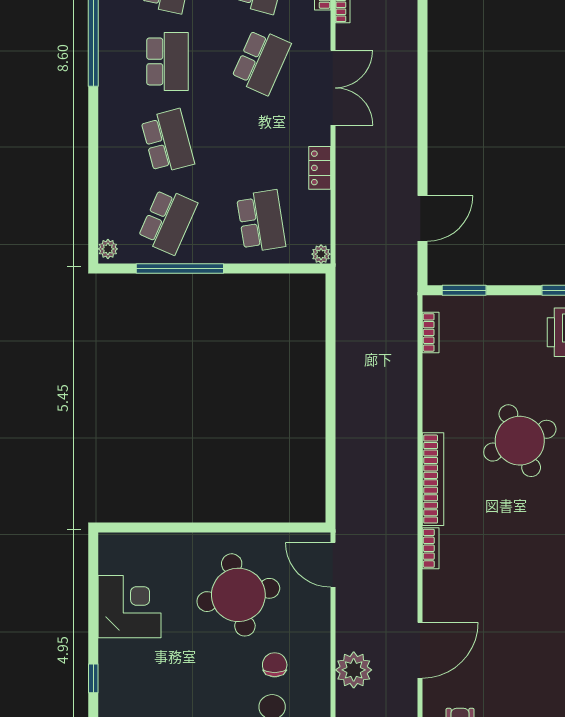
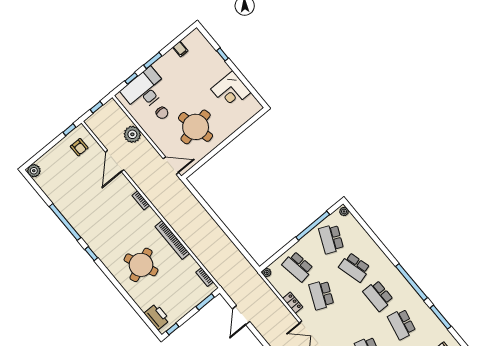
school desk: (261, 61) -> (321, 295), moved
bookcase: (433, 479) -> (172, 240), moved

